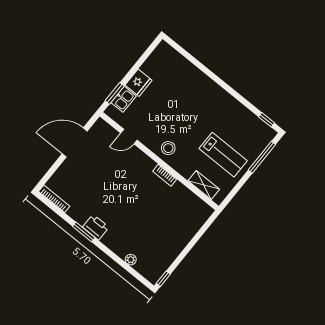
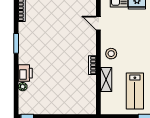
shelving: (204, 185) -> (106, 80), moved
printer: (96, 227) -> (25, 73), moved

